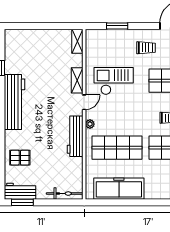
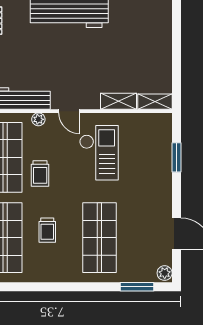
trolley: (146, 48) -> (40, 174), moved
shelving: (77, 80) -> (119, 101), moved

